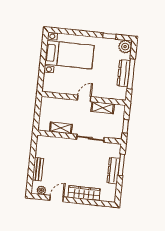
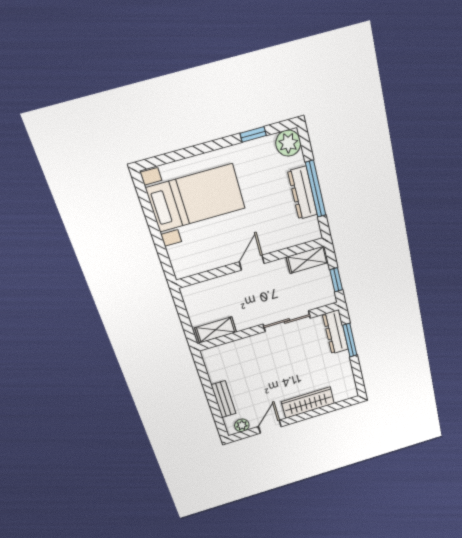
shelving: (103, 108) -> (307, 260), moved
shelving: (61, 128) -> (216, 330), moved
dresser: (113, 171) -> (335, 332), moved

